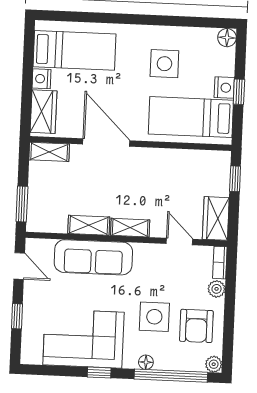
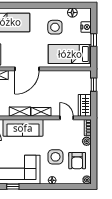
floor lamp: (227, 38) -> (72, 13), moved
nightstand: (224, 88) -> (86, 27), moved
door: (106, 142) -> (27, 69), swing flipped
window: (99, 373) -> (13, 187), moved
window: (171, 376) -> (65, 187), removed

